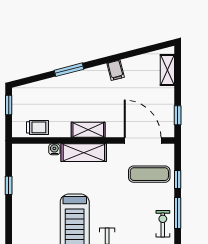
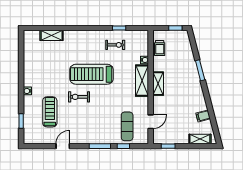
filing cabinet: (116, 70) -> (203, 116), moved
door: (143, 140) -> (151, 122), width x0.53
exercise bike: (163, 224) -> (115, 45), moved

